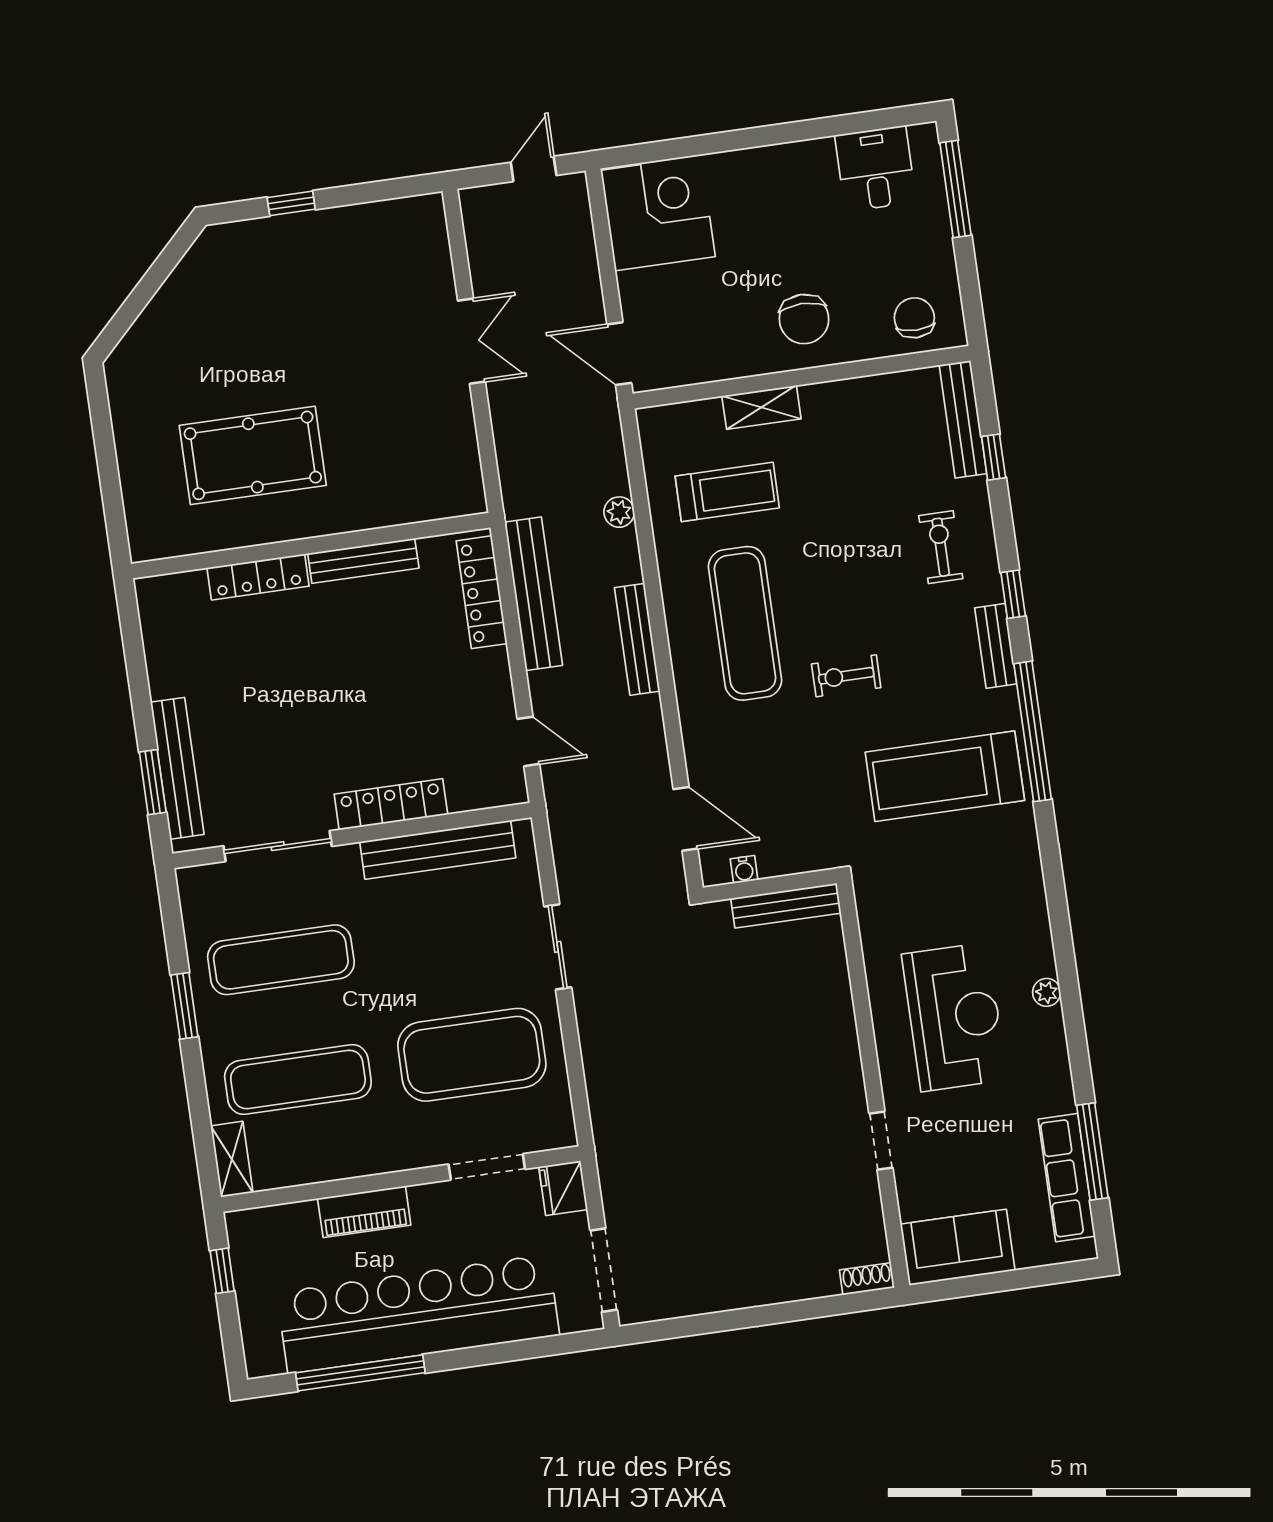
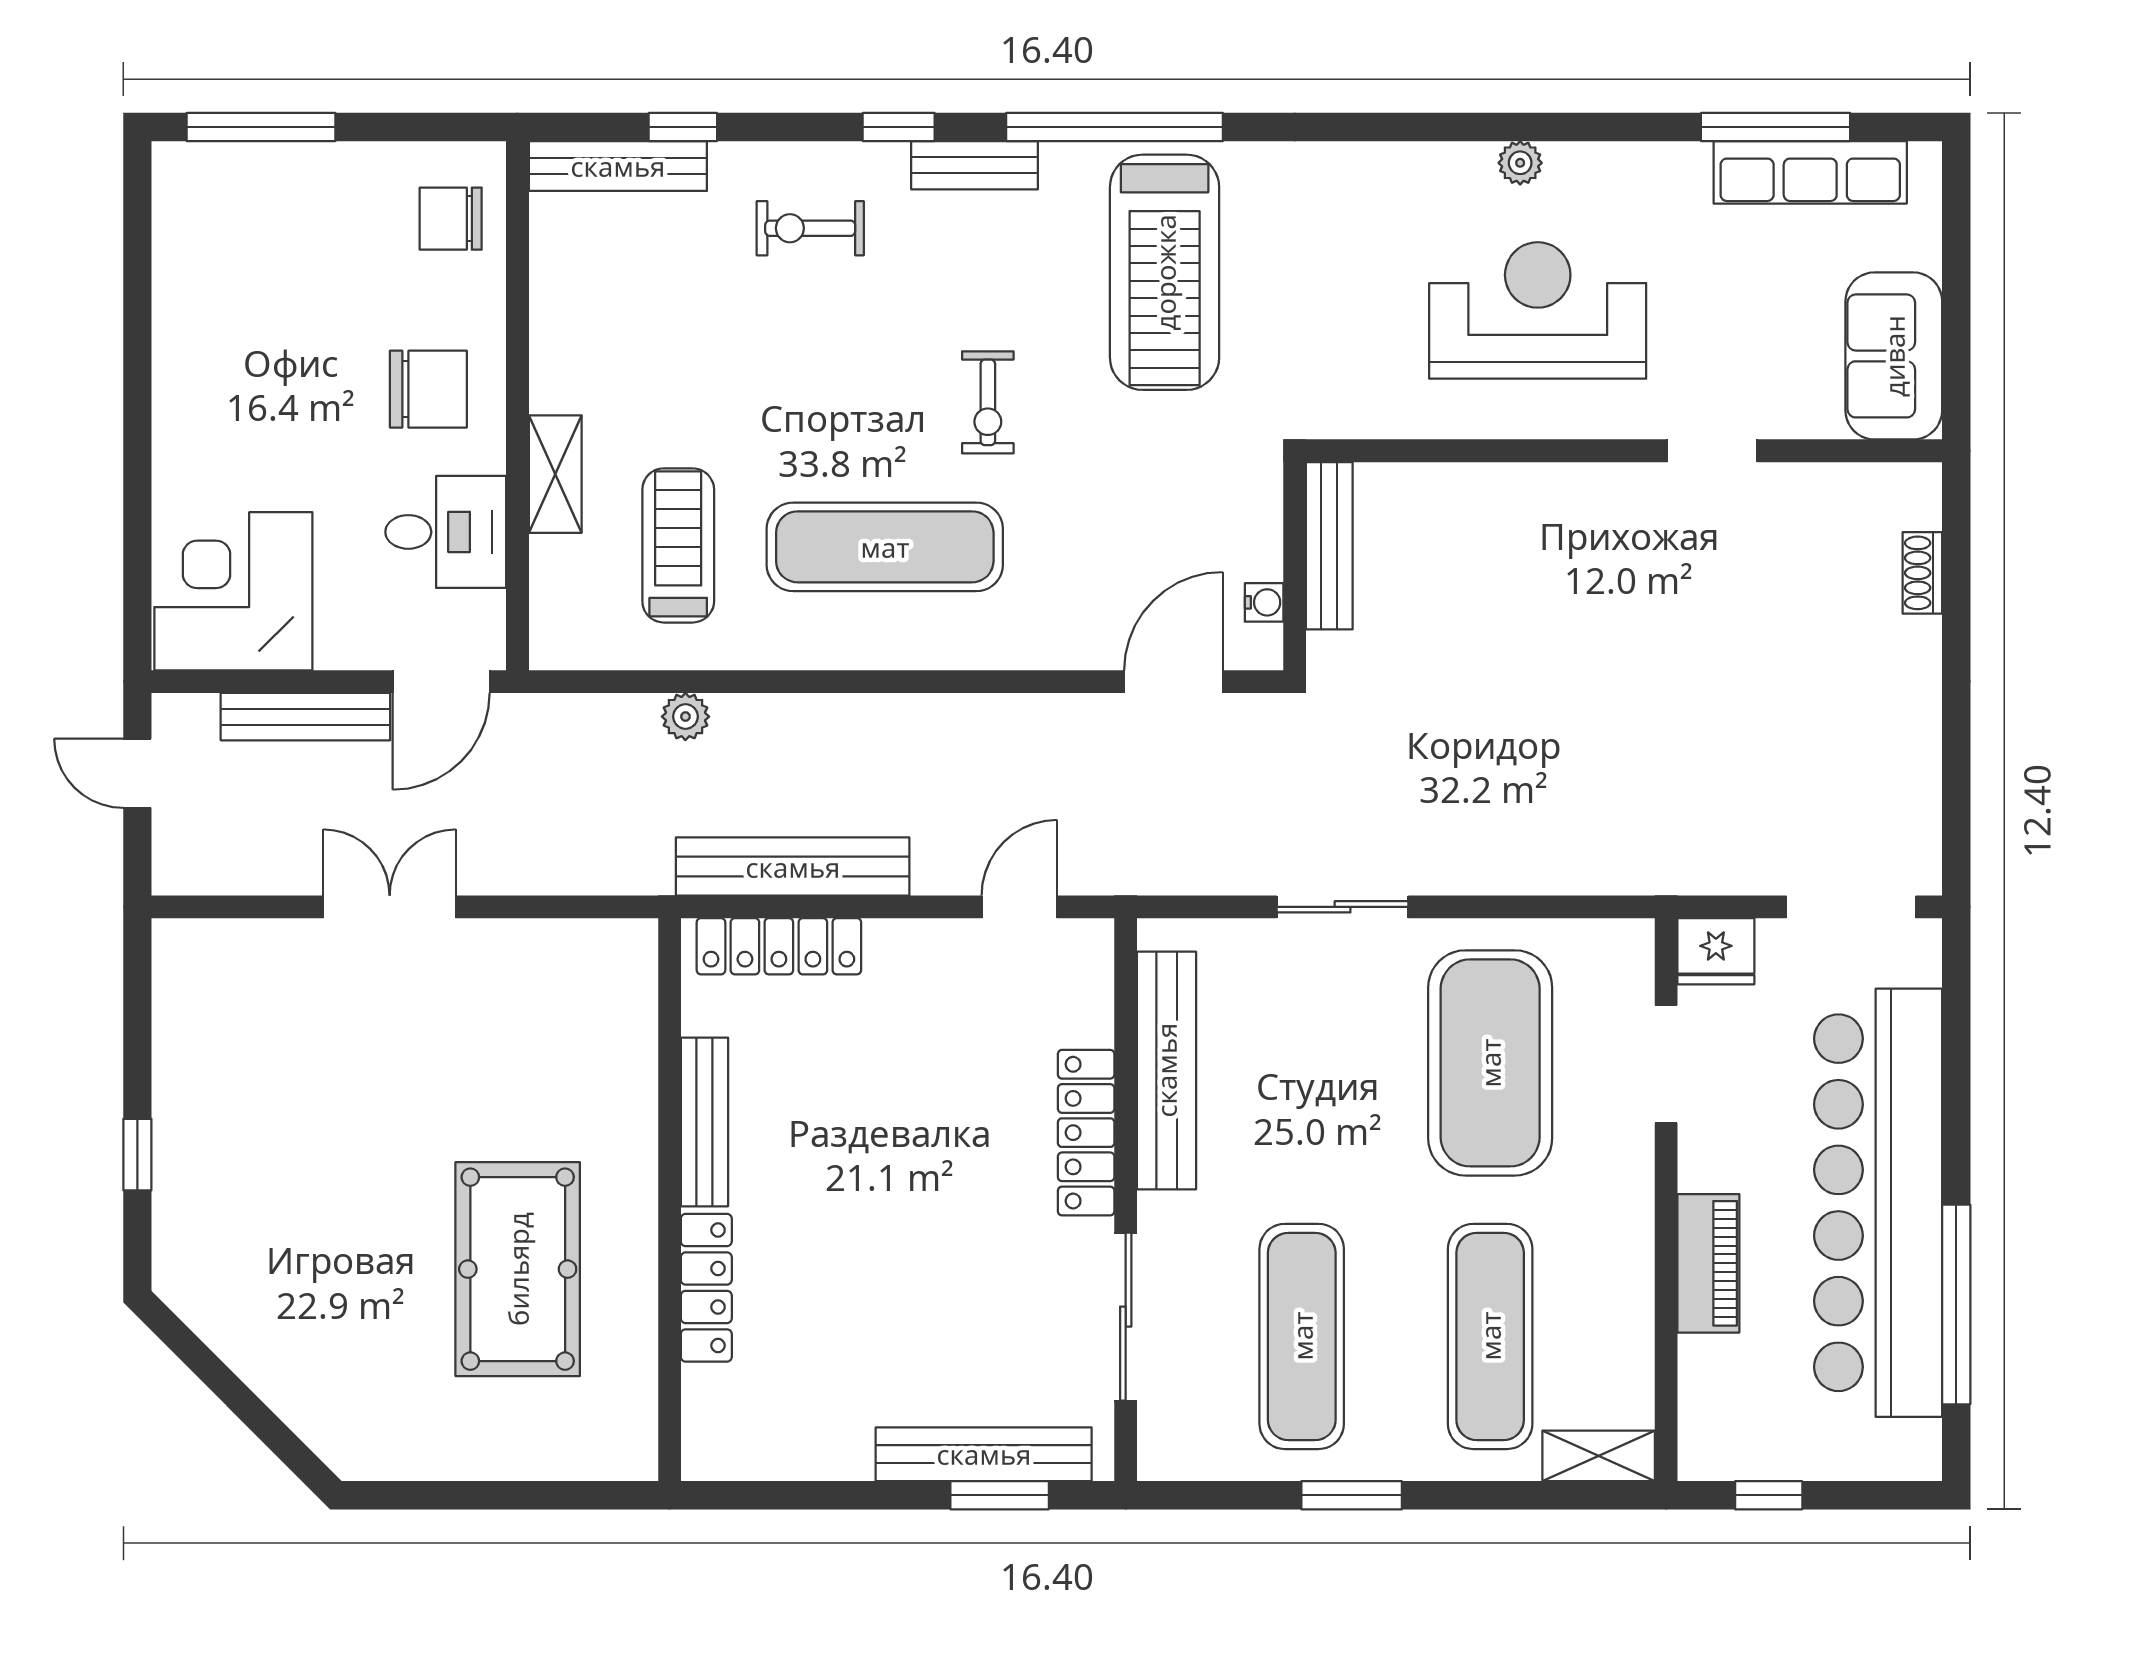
desk: (875, 169) -> (446, 532), moved, turned 180
bench: (637, 639) -> (305, 717), moved
shoe rack: (867, 1279) -> (1922, 573), moved

